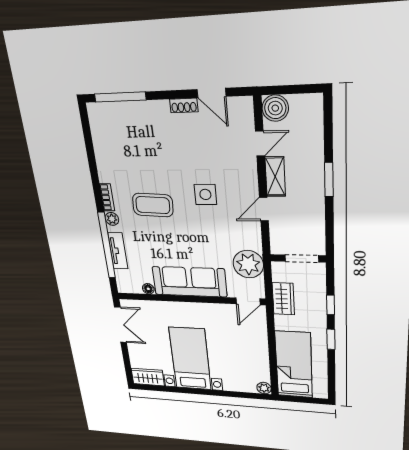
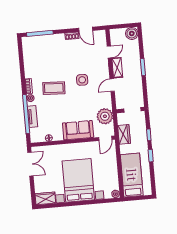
boiler: (275, 108) -> (132, 33), moved
sofa: (189, 282) -> (78, 130), width x0.73
bed with nightstands: (190, 359) -> (78, 180), width x1.36

